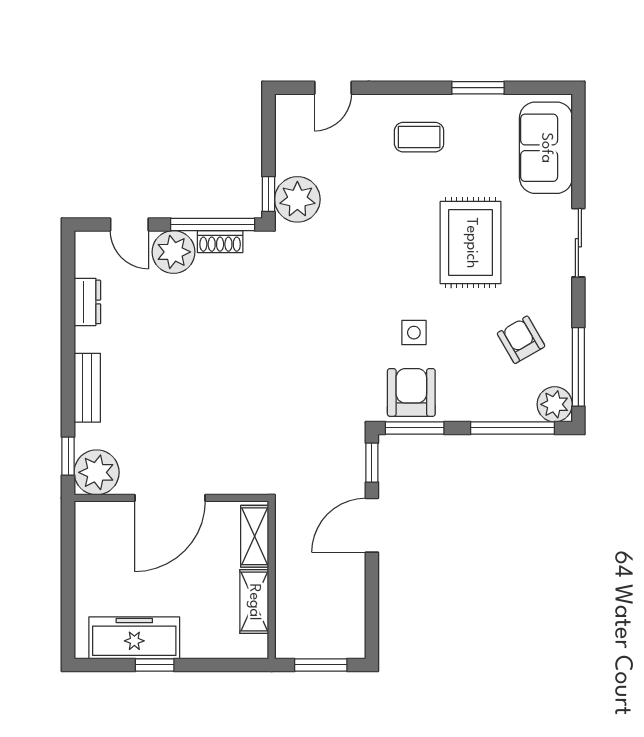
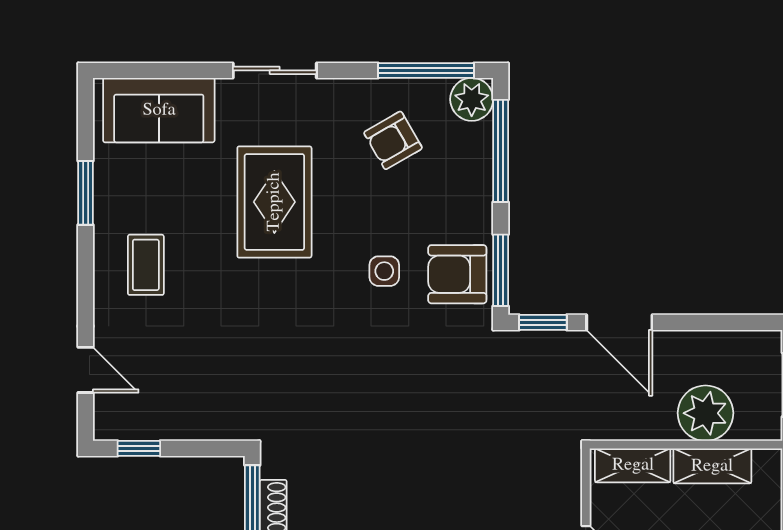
window: (269, 194) -> (139, 448), moved
plant: (297, 199) -> (705, 413), moved
rug: (471, 243) -> (274, 202), turned 90

